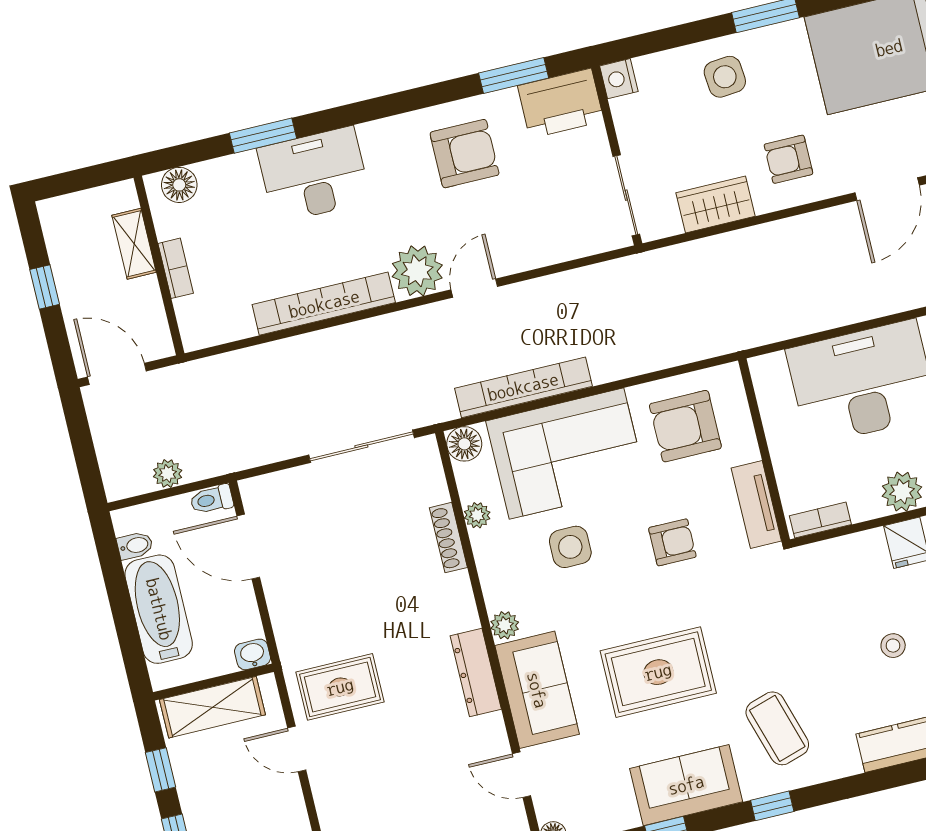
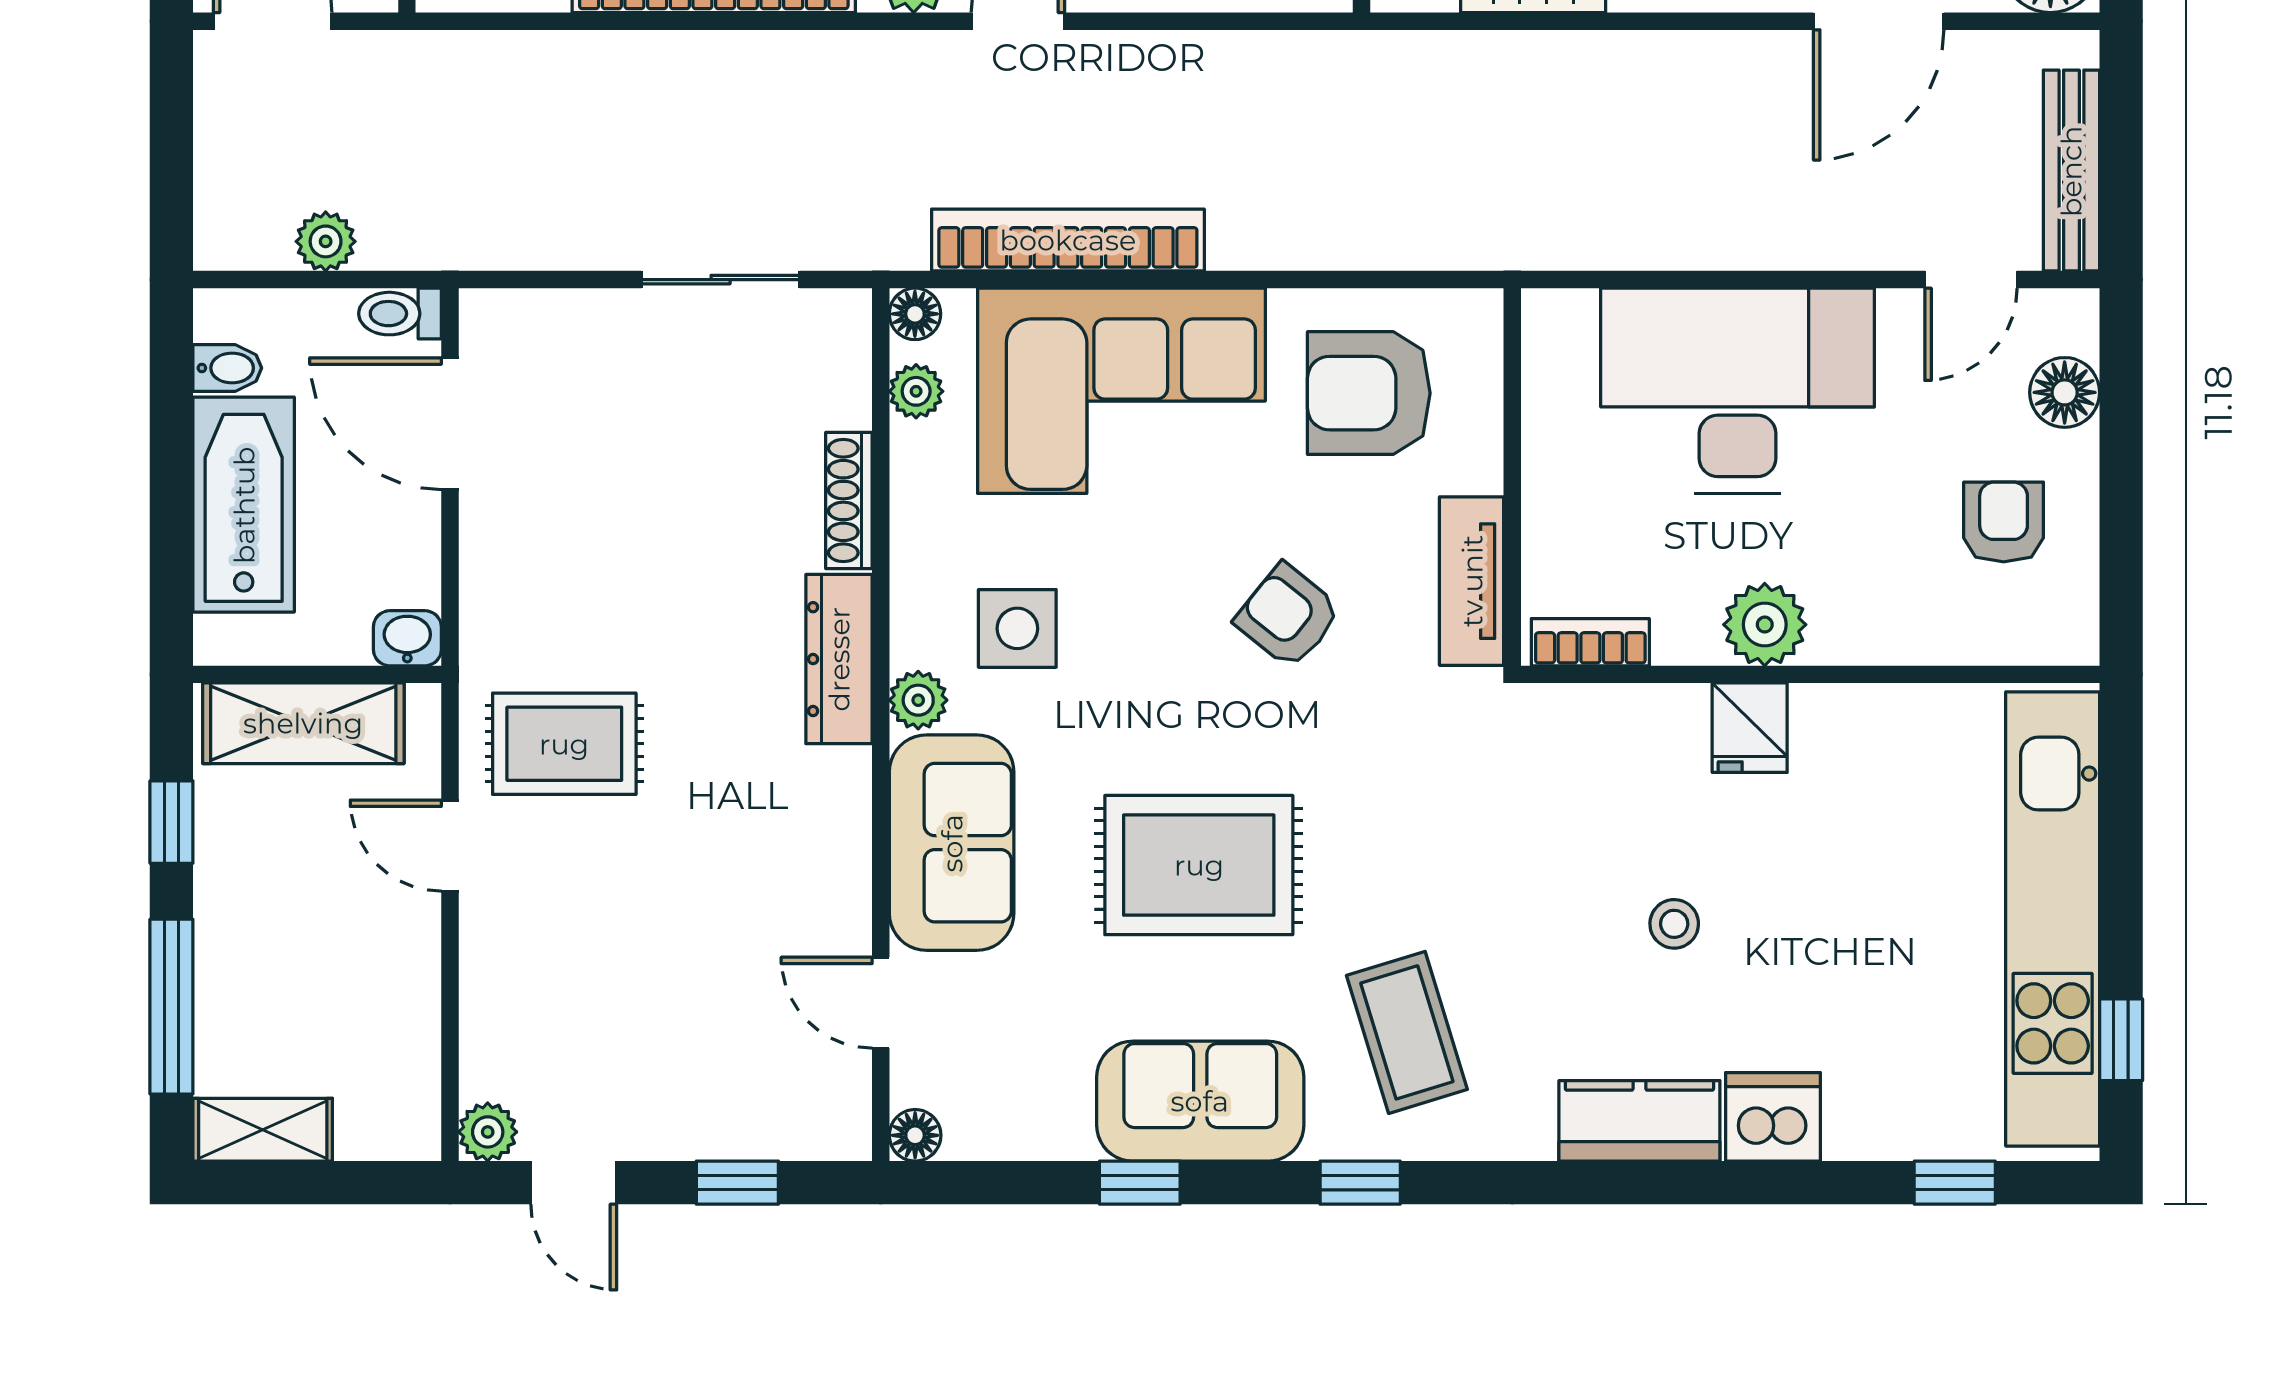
floor lamp: (464, 444) -> (915, 314), width x0.73, depth x0.73
sliding door: (361, 446) -> (721, 280), width x0.73
plant: (477, 515) -> (916, 391), moved
armchair: (672, 542) -> (1288, 616), turned -141
side table: (570, 547) -> (1017, 628), moved
dresser: (476, 672) -> (839, 659), moved

